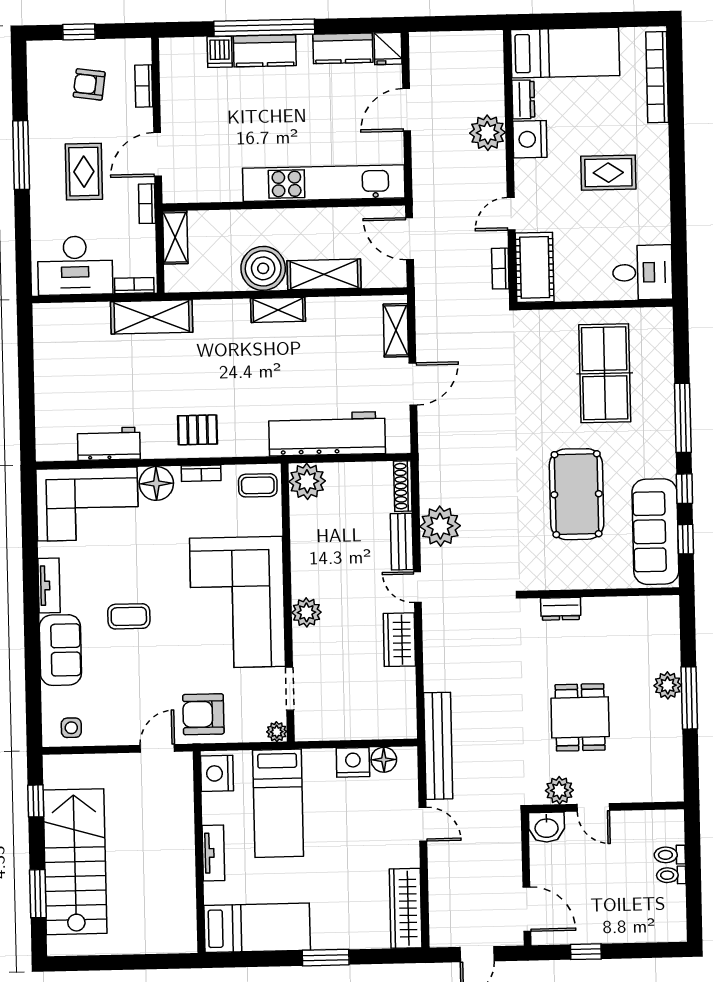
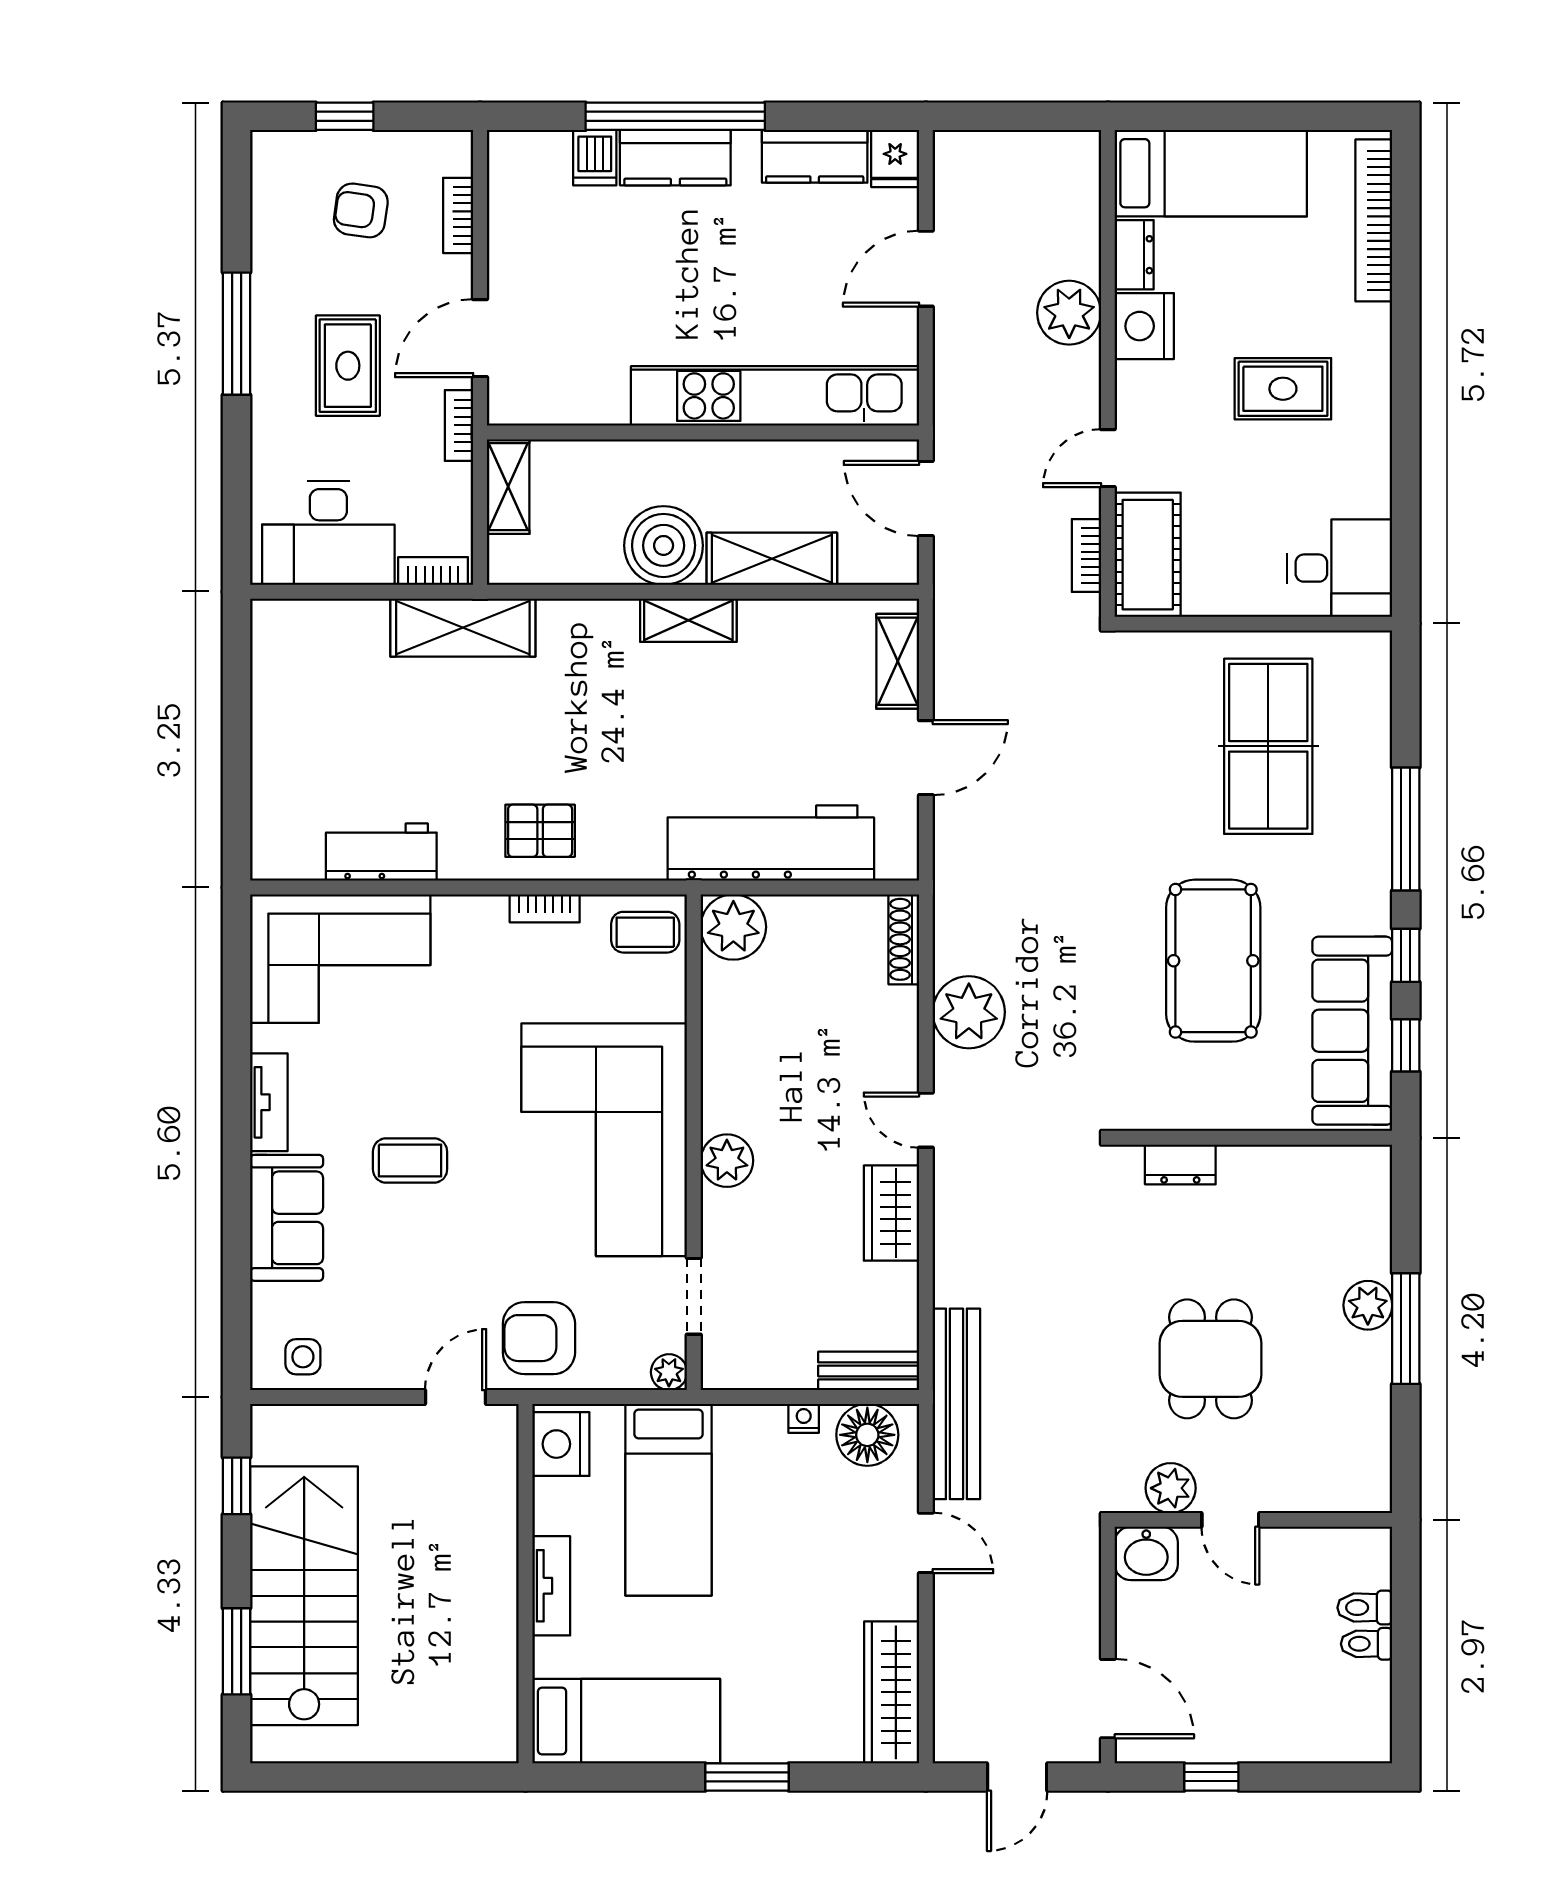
floor lamp: (156, 483) -> (464, 925), removed
bench: (402, 542) -> (869, 1371), moved, turned 90
floor lamp: (384, 760) -> (867, 1435), width x1.38, depth x1.38
nightstand: (353, 762) -> (804, 1418), width x0.53, depth x0.56

